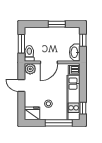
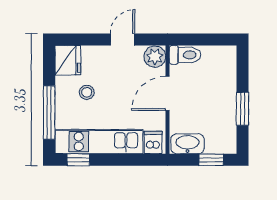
window: (21, 44) -> (204, 39), removed
door: (49, 62) -> (168, 93), hinge flipped

